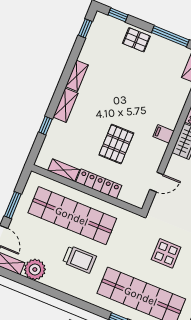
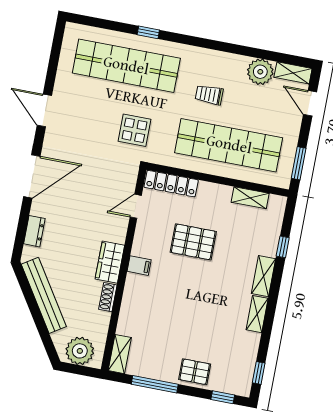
pallet: (116, 144) -> (193, 242), turned 90
locker: (99, 184) -> (171, 184), moved
window: (13, 205) -> (299, 163), moved
display table: (166, 253) -> (135, 130), moved
trolley: (80, 259) -> (209, 95), width x0.73, depth x0.72

